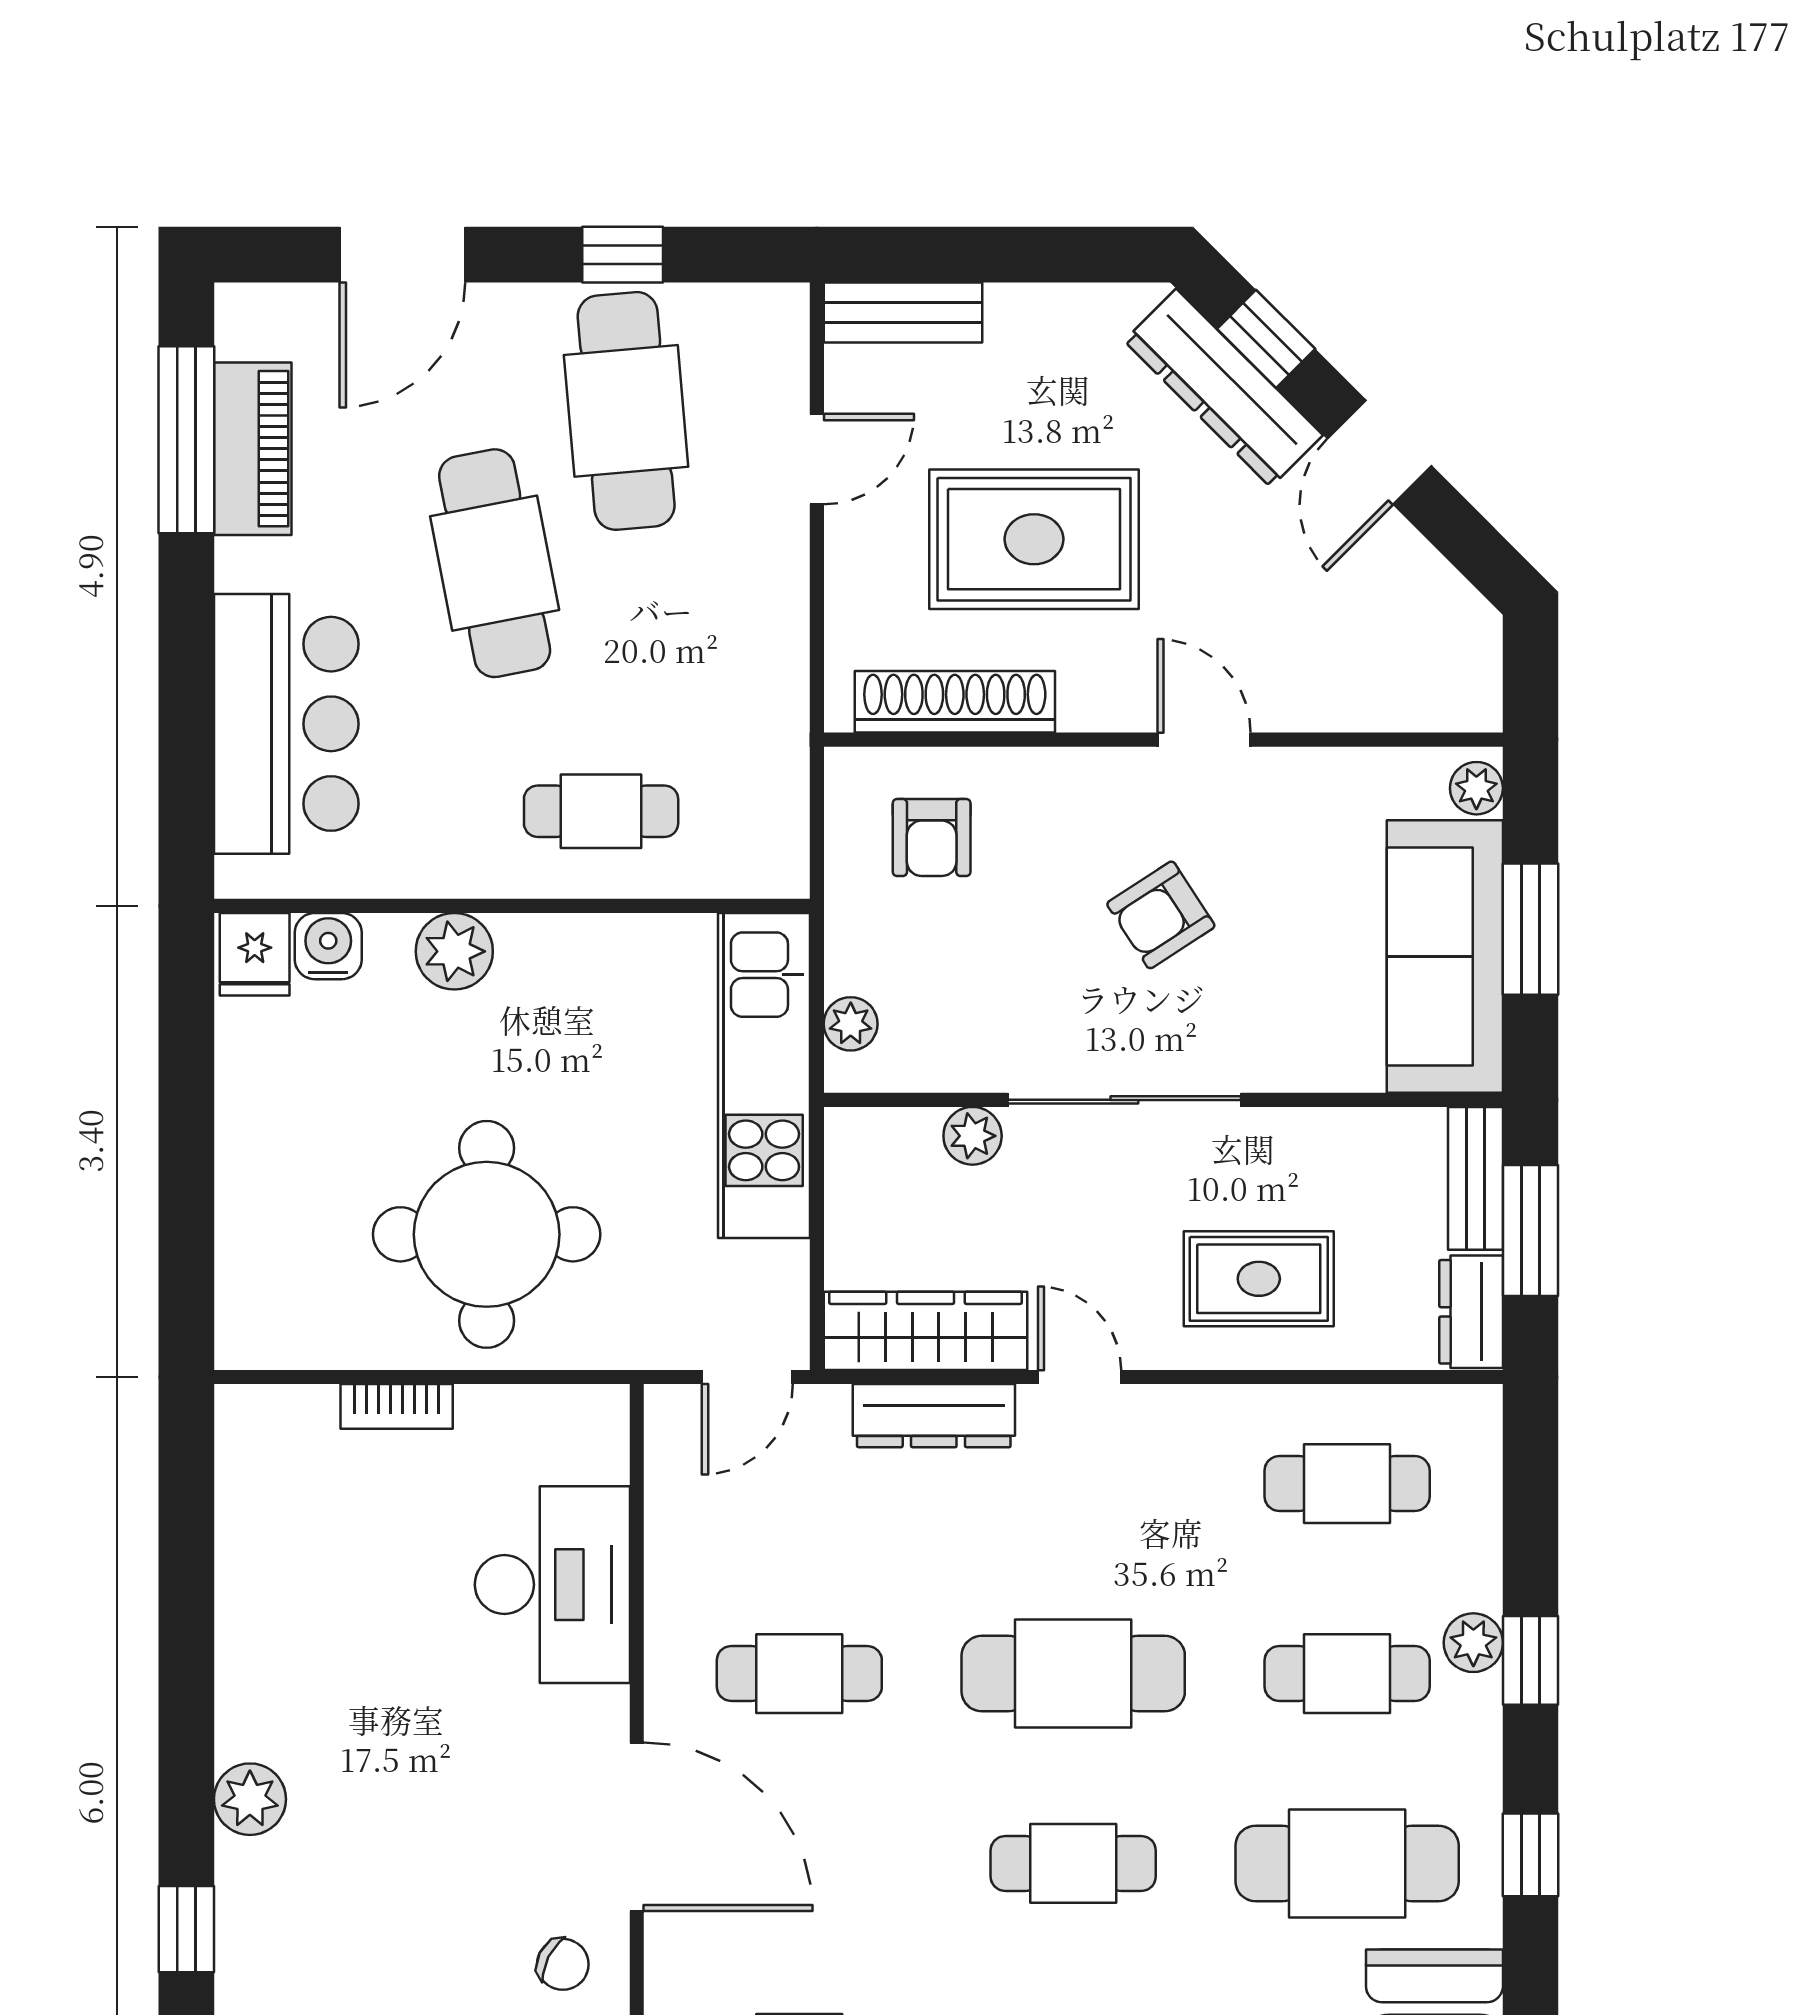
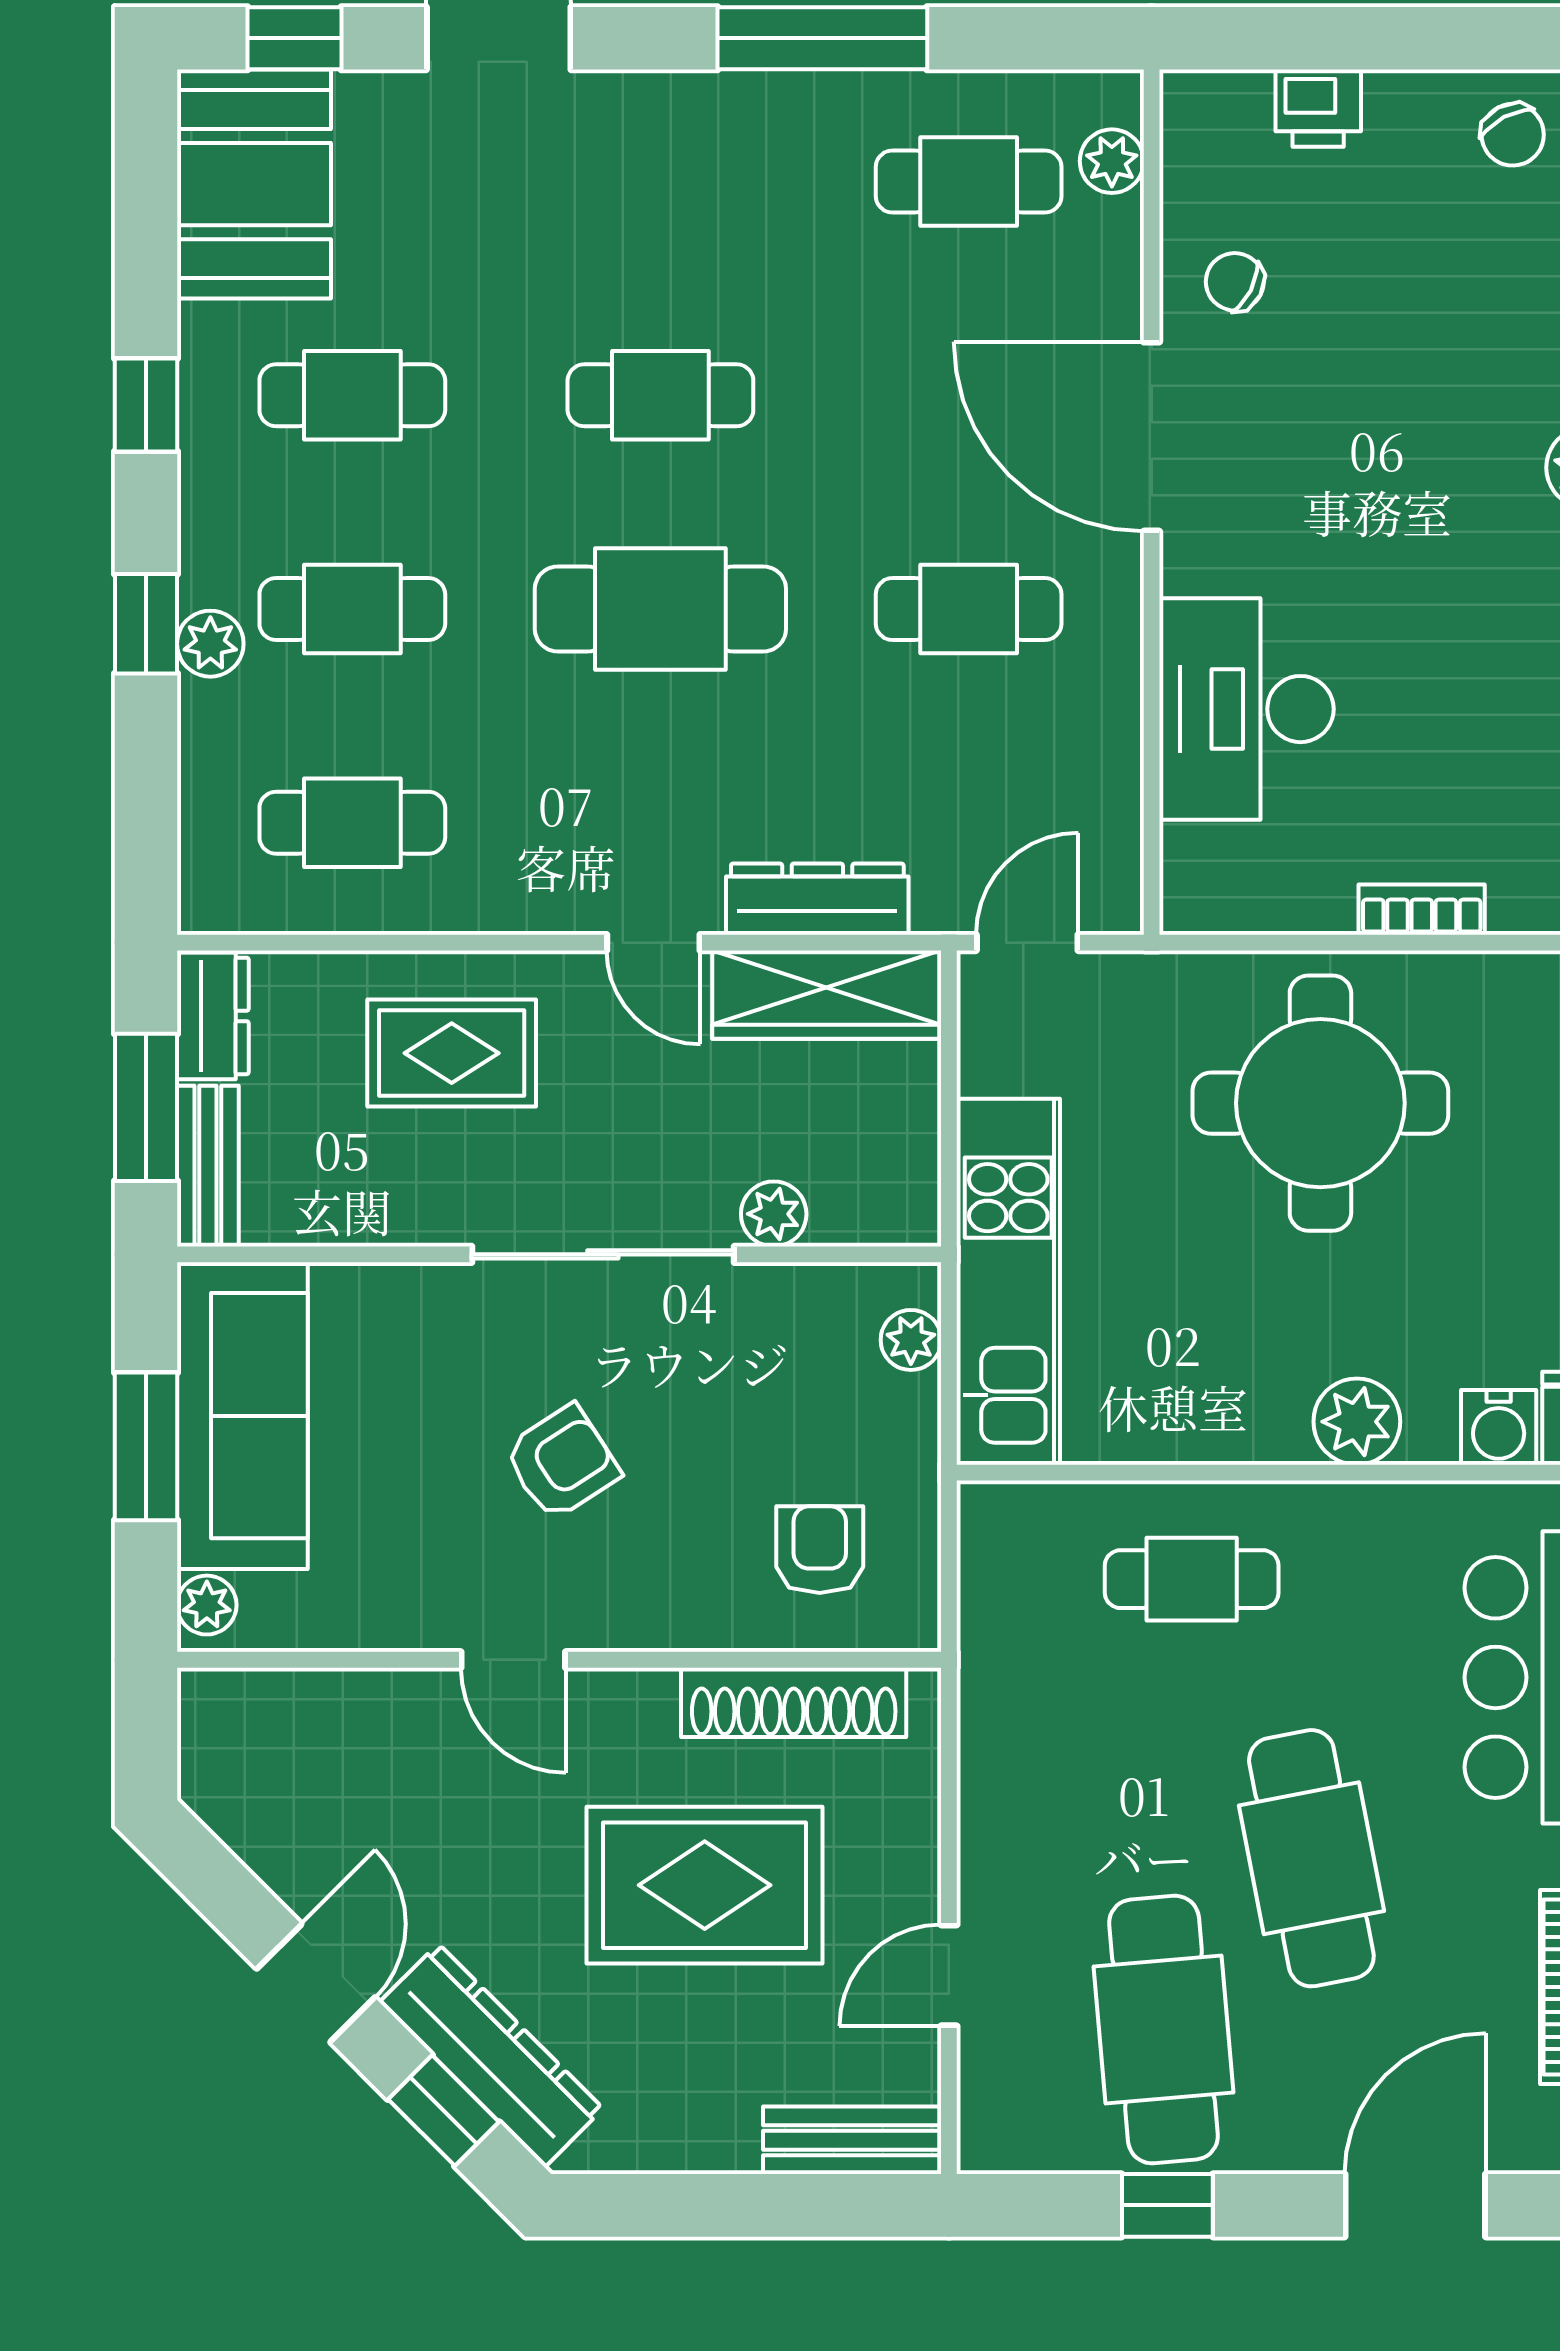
cafe table: (1347, 1863) -> (352, 395), width x0.73, depth x0.74

